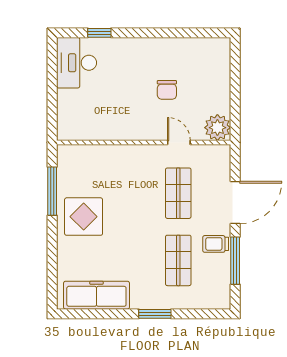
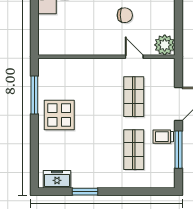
chair: (167, 90) -> (125, 15), turned -90
freezer: (96, 295) -> (57, 179), width x0.52, depth x0.79
window: (155, 314) -> (85, 192), moved

